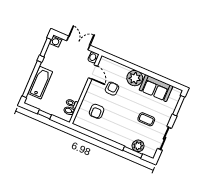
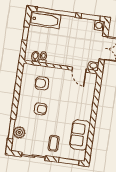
door: (93, 72) -> (79, 70), hinge flipped
plant: (135, 78) -> (84, 112), removed
bathtub: (40, 83) -> (45, 20), moved
armchair: (112, 89) -> (40, 109), moved
coffee table: (146, 119) -> (54, 143), moved

